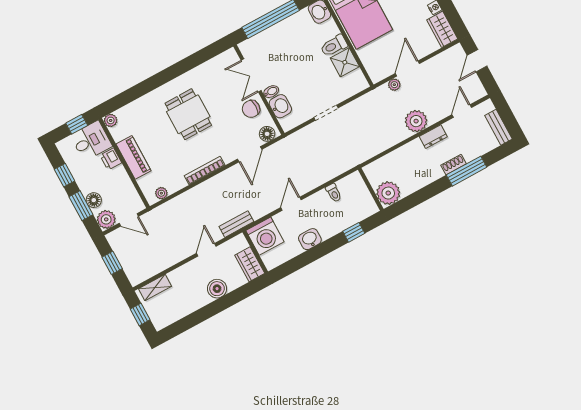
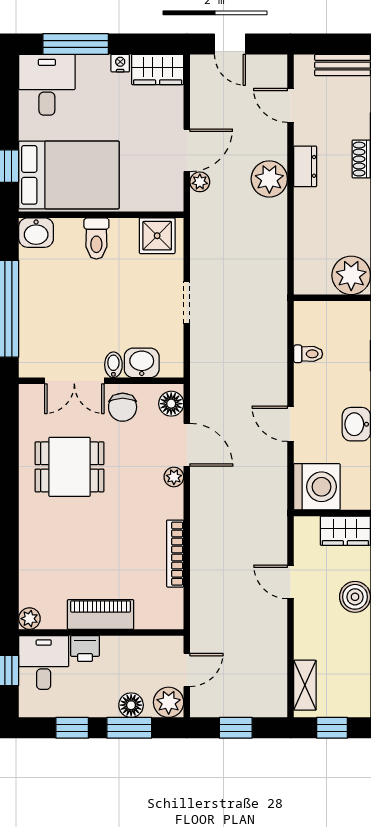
shower: (345, 62) -> (157, 236), moved
door: (407, 69) -> (187, 150), swing flipped
dining table: (188, 114) -> (69, 467), moved
bookcase: (205, 171) -> (175, 554), moved
plant: (161, 193) -> (174, 477), moved
bench: (236, 224) -> (277, 518), removed

